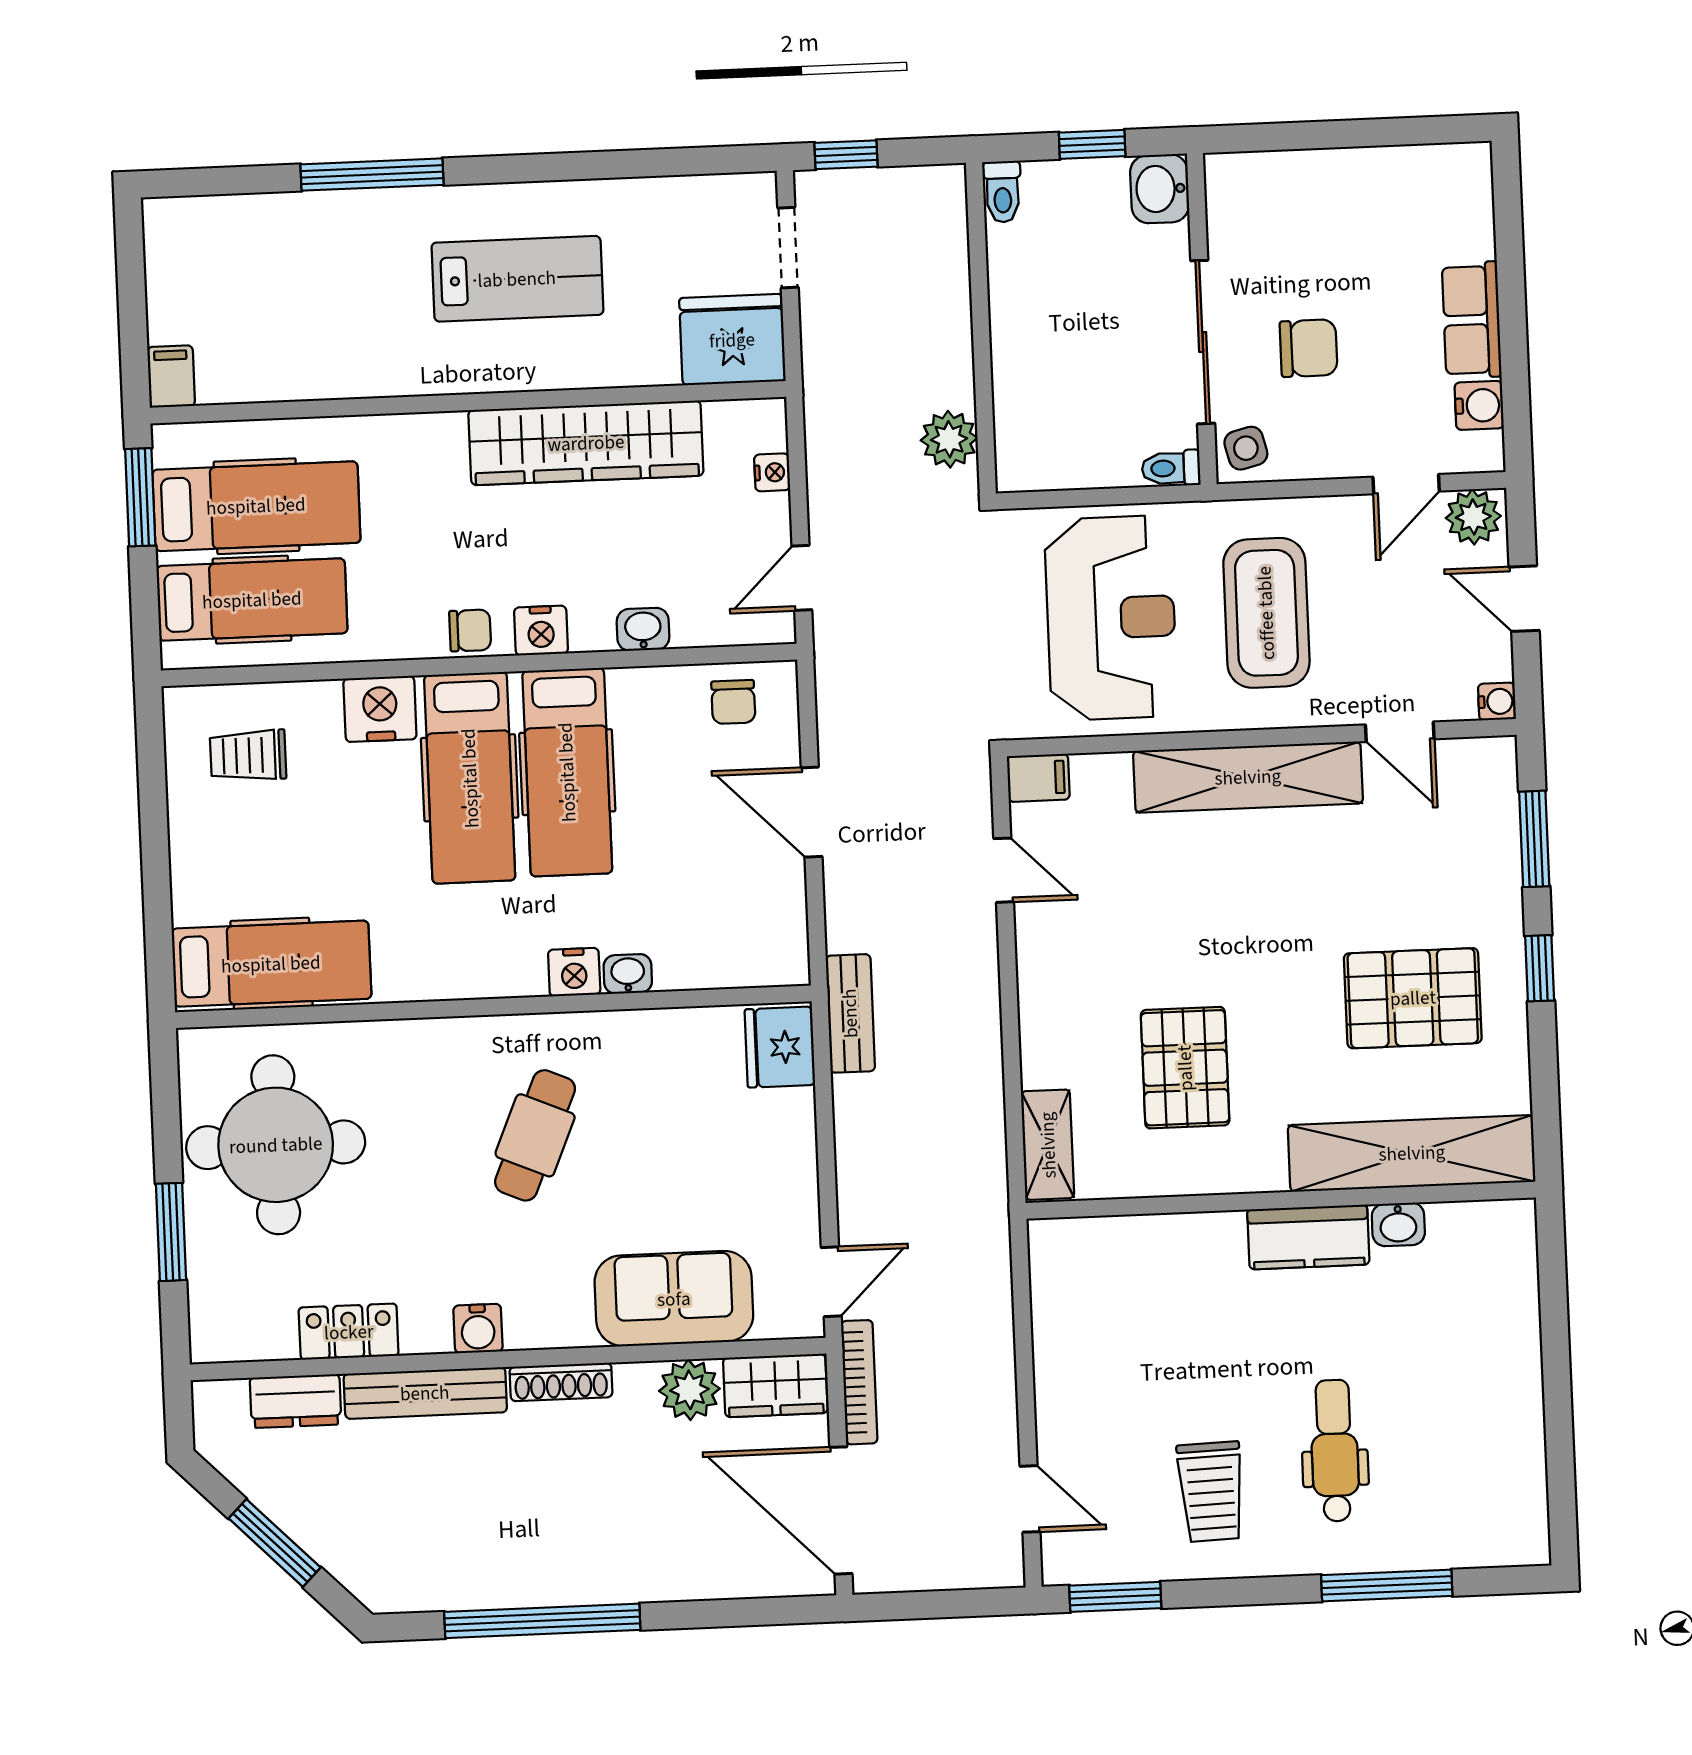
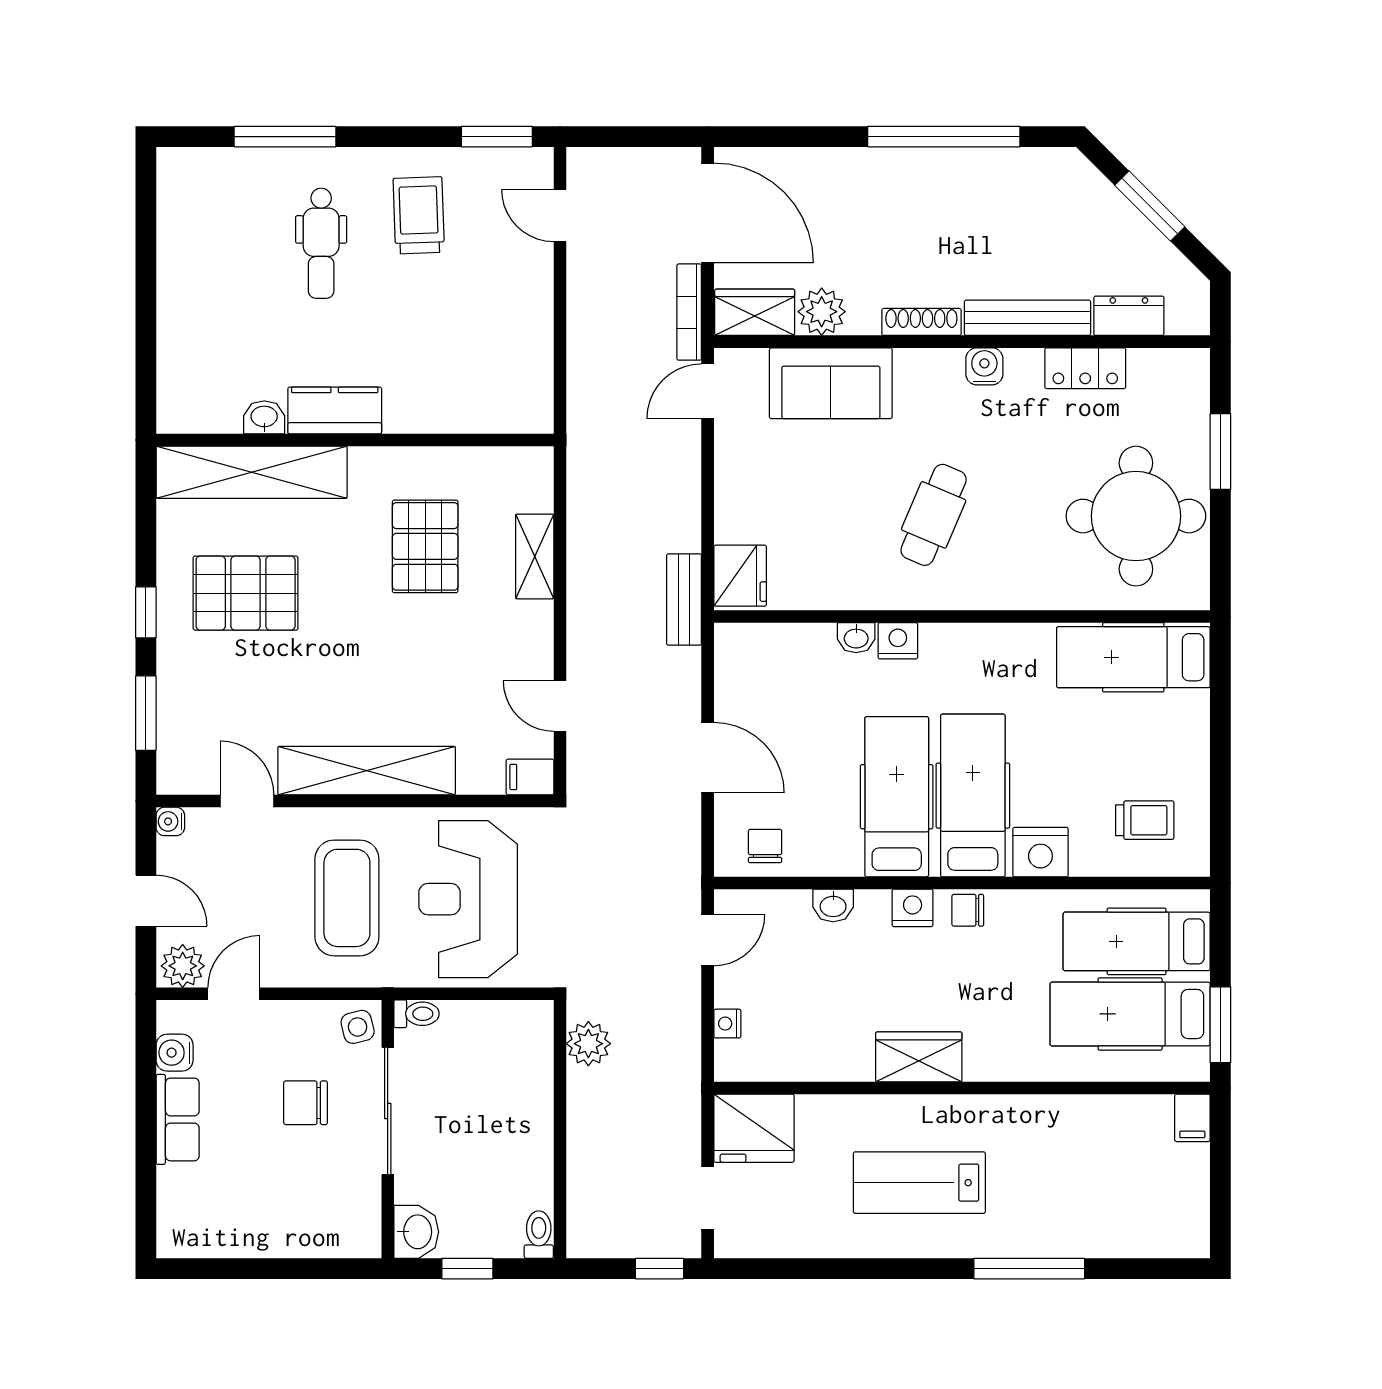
wardrobe: (586, 443) -> (919, 1057), width x0.48, depth x0.85
shelving: (1048, 1145) -> (535, 557), moved

